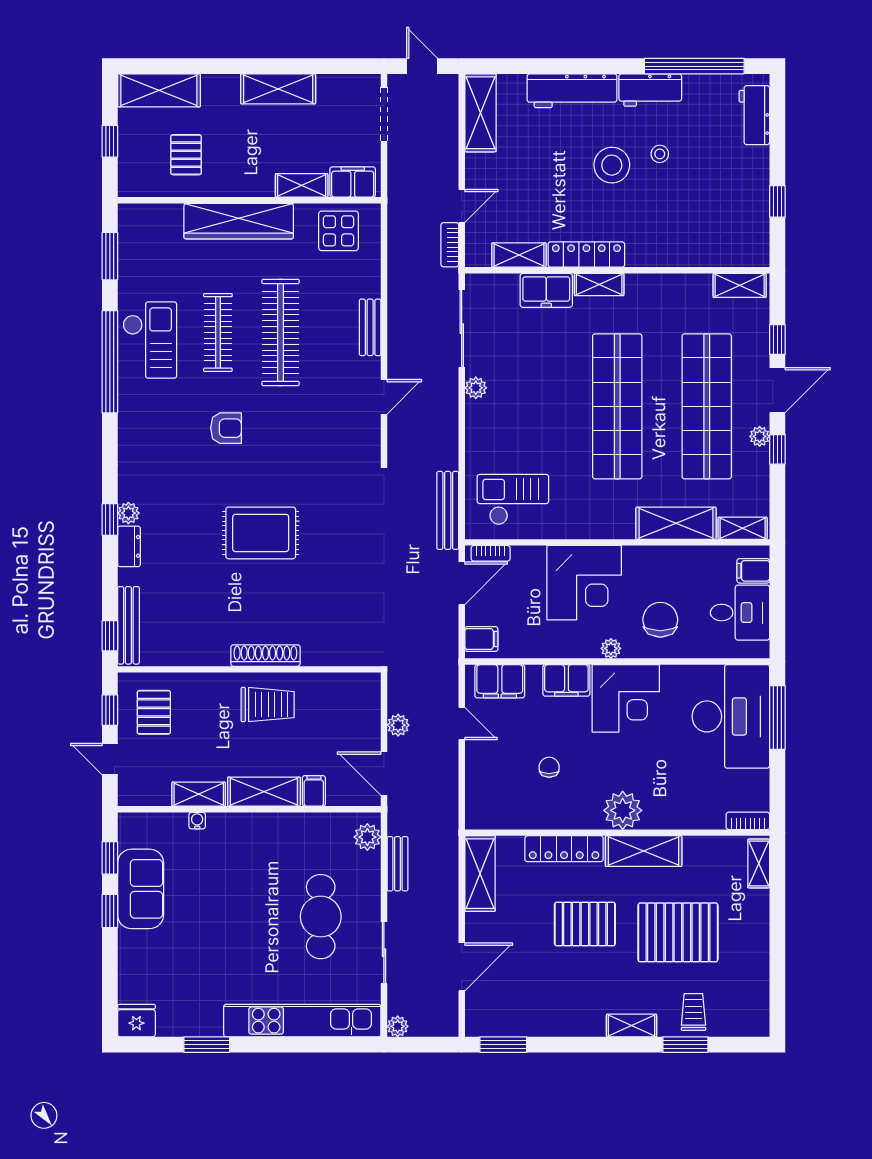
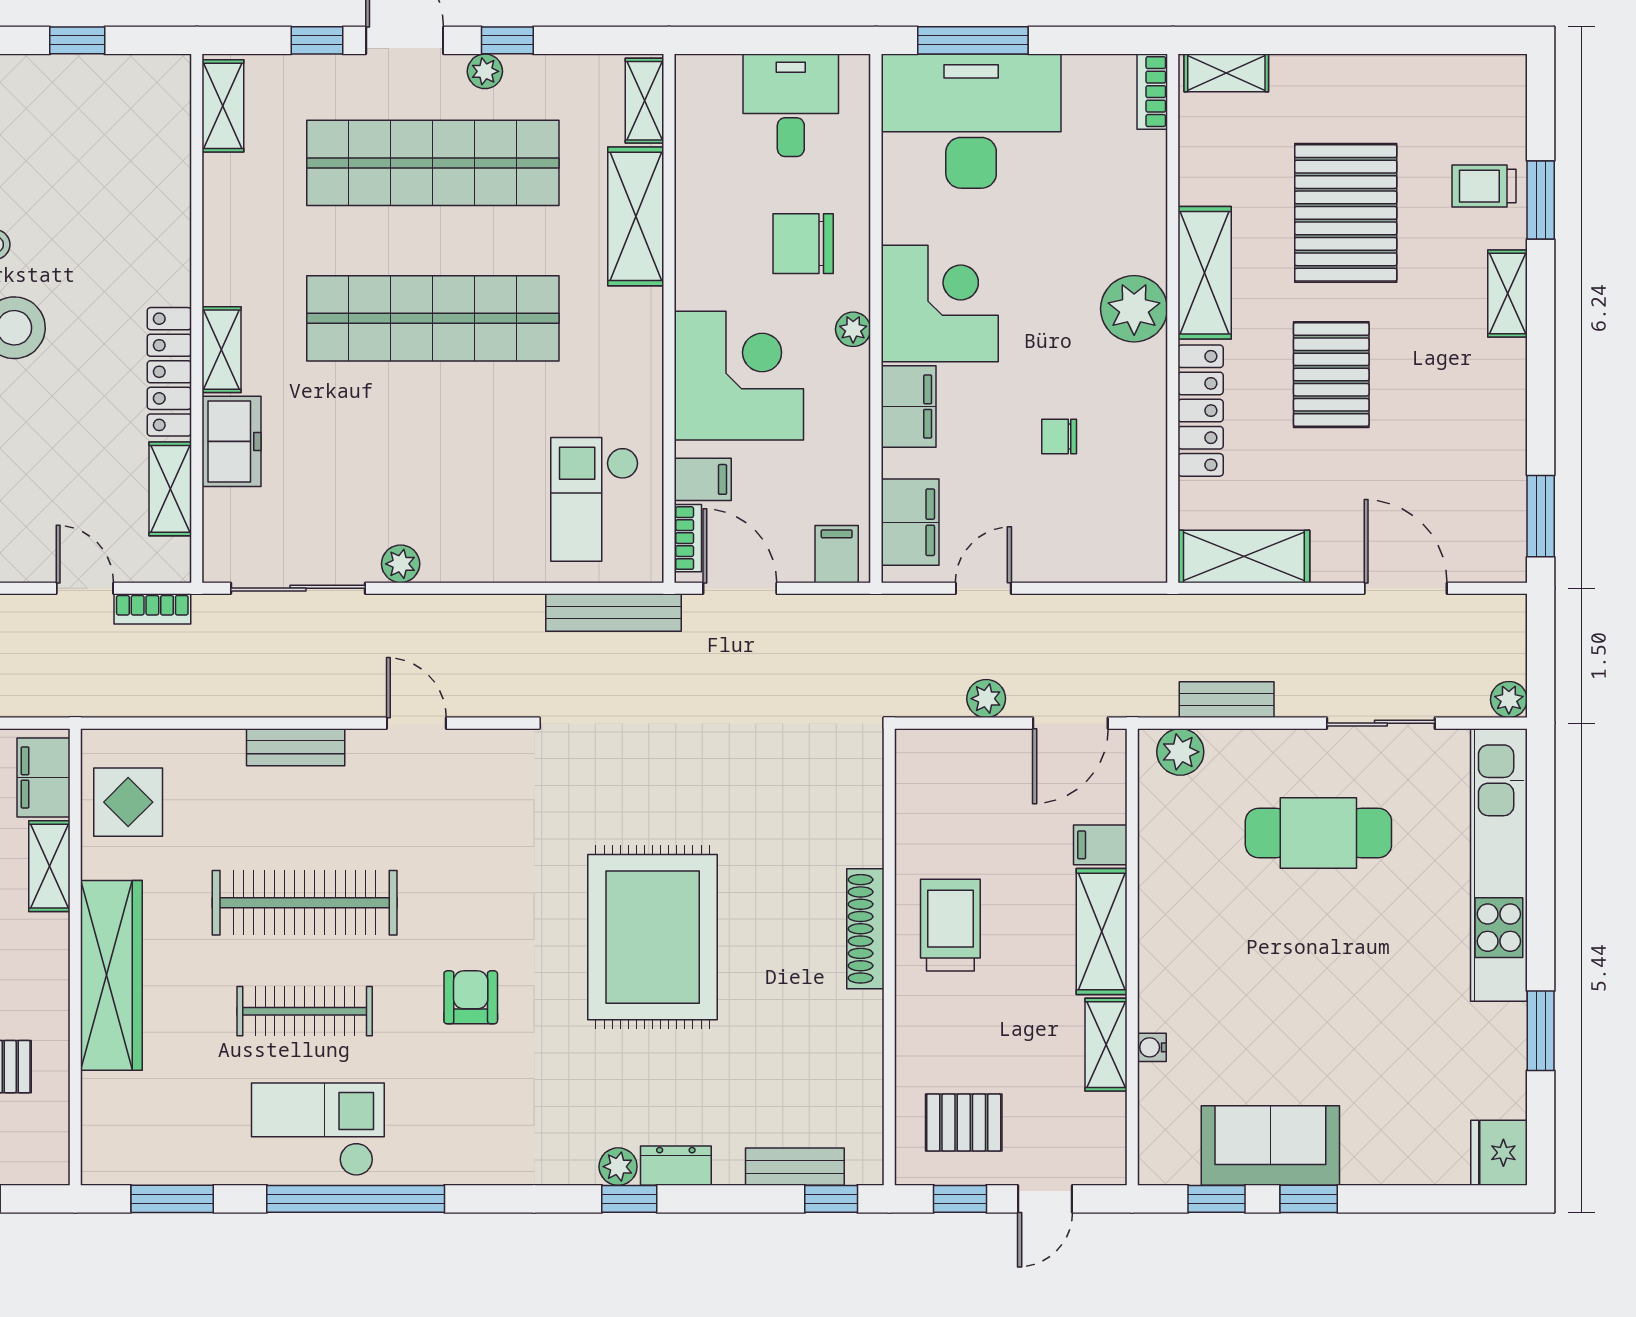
rug: (261, 533) -> (653, 937), width x1.37, depth x1.44
filing cabinet: (753, 571) -> (703, 479), moved, turned -90
bench: (128, 625) -> (795, 1167), width x0.73

